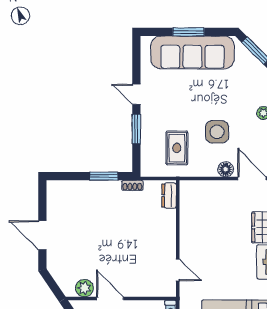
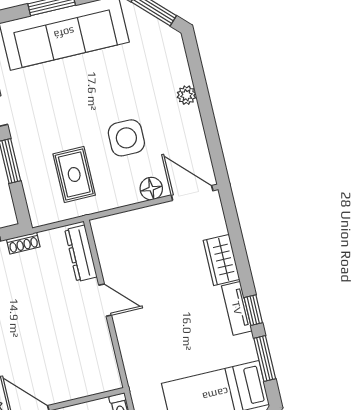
dresser: (169, 196) -> (81, 253), width x1.44
door: (178, 270) -> (105, 300), moved

